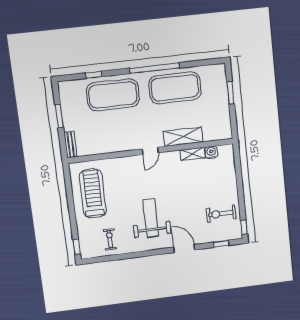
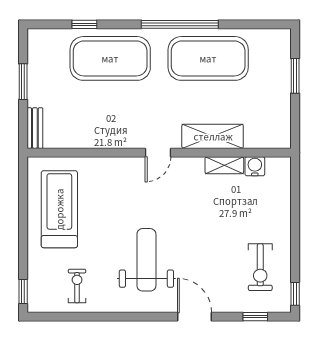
exercise bike: (221, 214) -> (260, 267), turned -90

